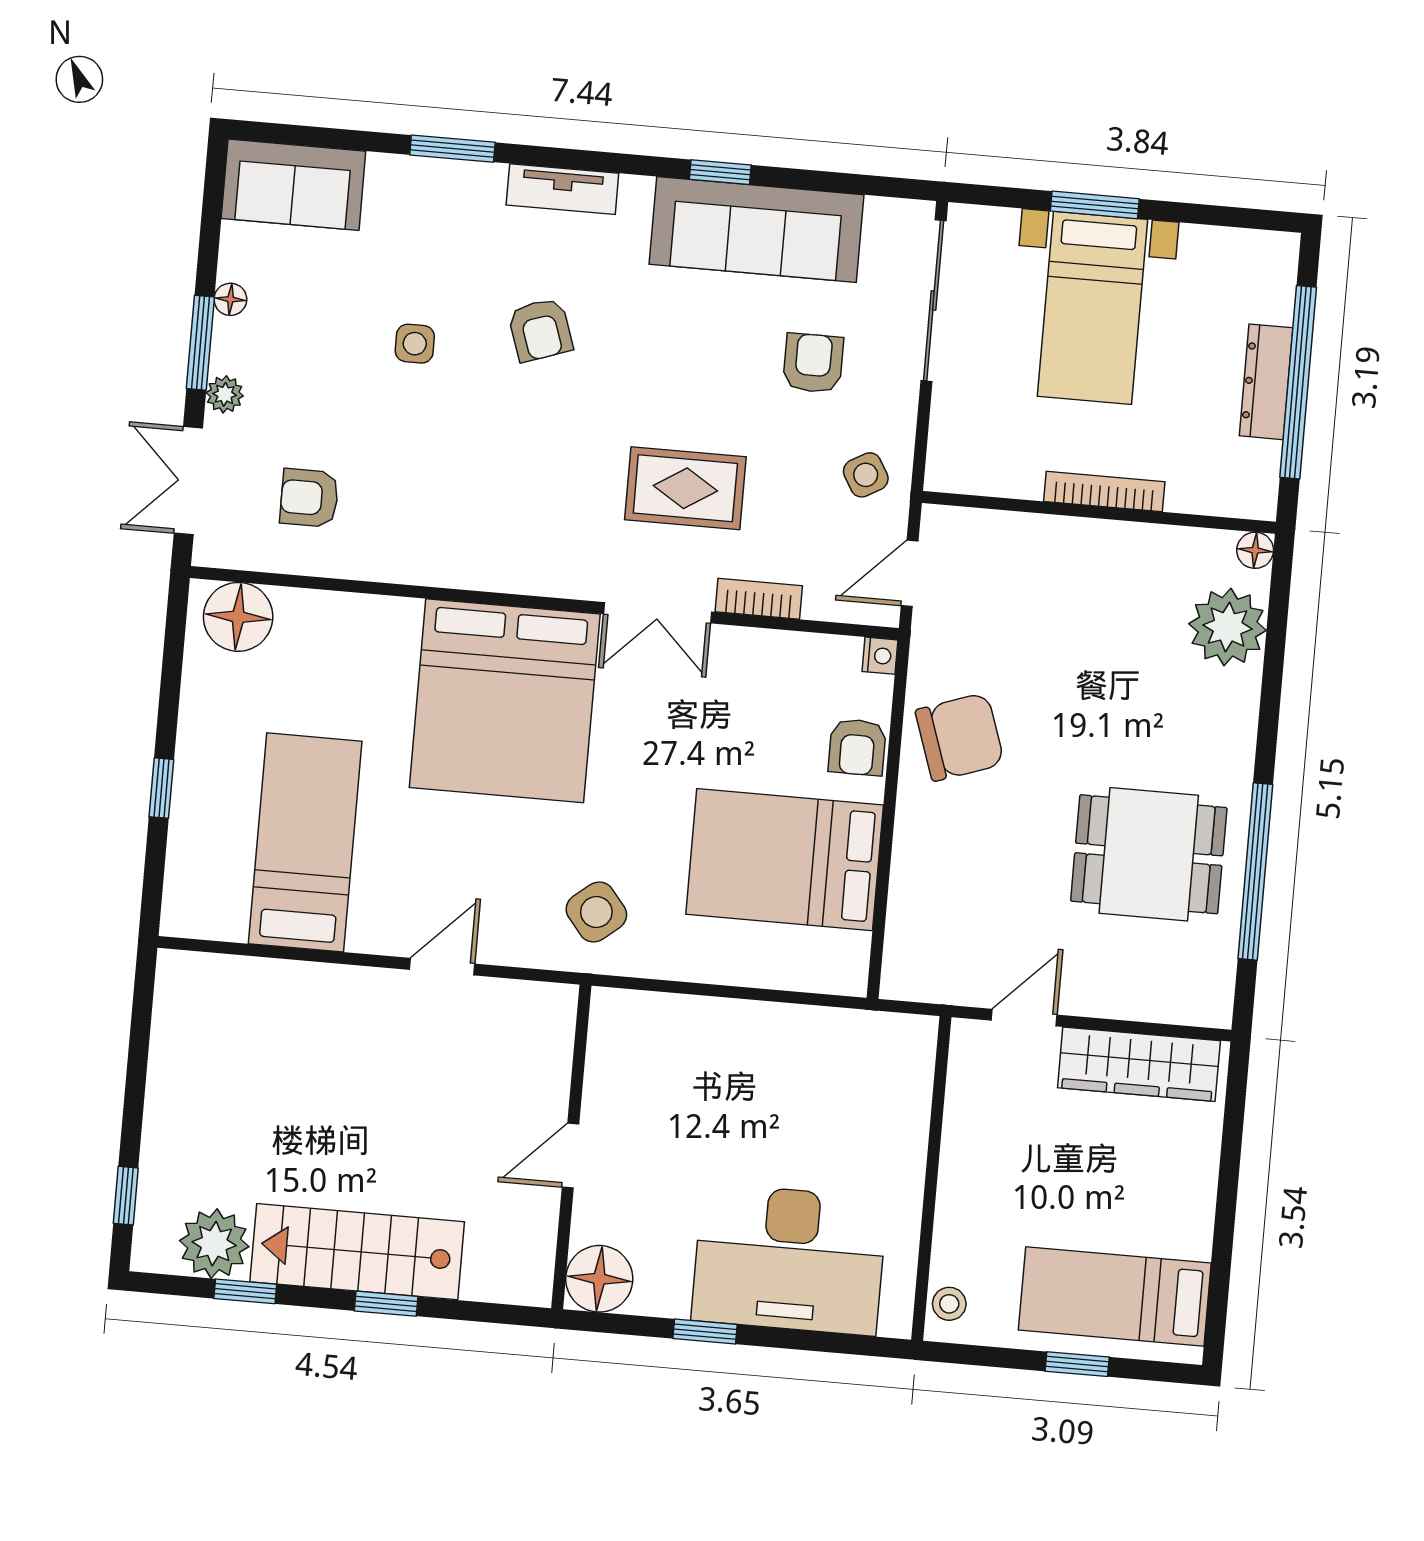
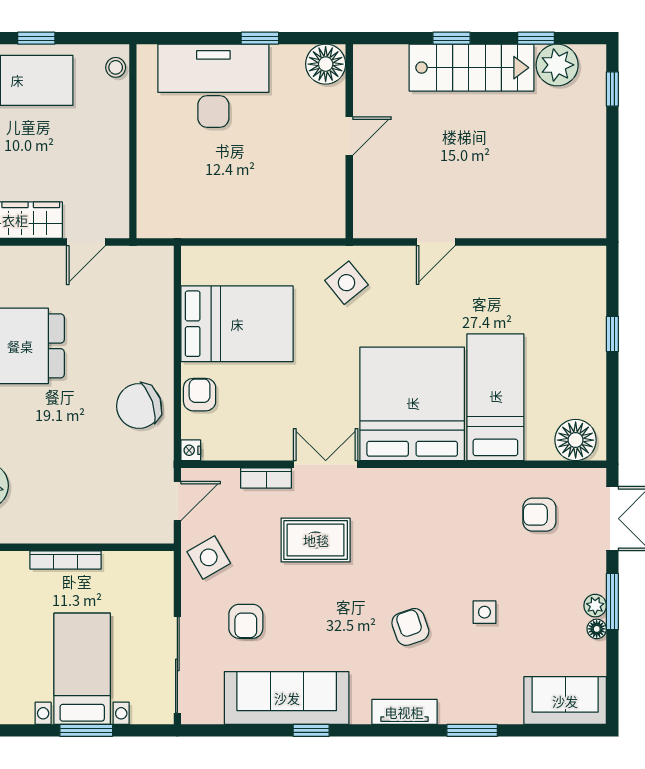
plant: (225, 394) -> (595, 606), moved
side table: (866, 475) -> (209, 557), width x1.37, depth x1.37
armchair: (309, 498) -> (539, 515), turned 180
bed: (305, 842) -> (495, 397), moved, turned 180

